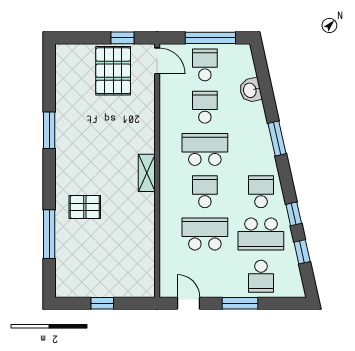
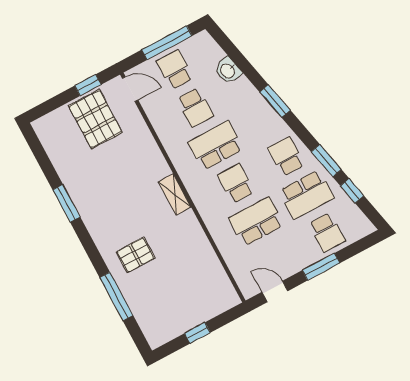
school desk: (205, 107) -> (195, 108), turned 180
window: (294, 214) -> (326, 161), width x1.50

